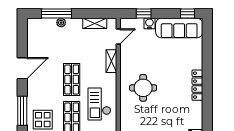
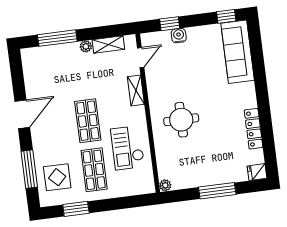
plant: (61, 23) -> (86, 46), moved
sofa: (179, 28) -> (238, 52), moved, turned 90
locker: (197, 85) -> (254, 129), moved

